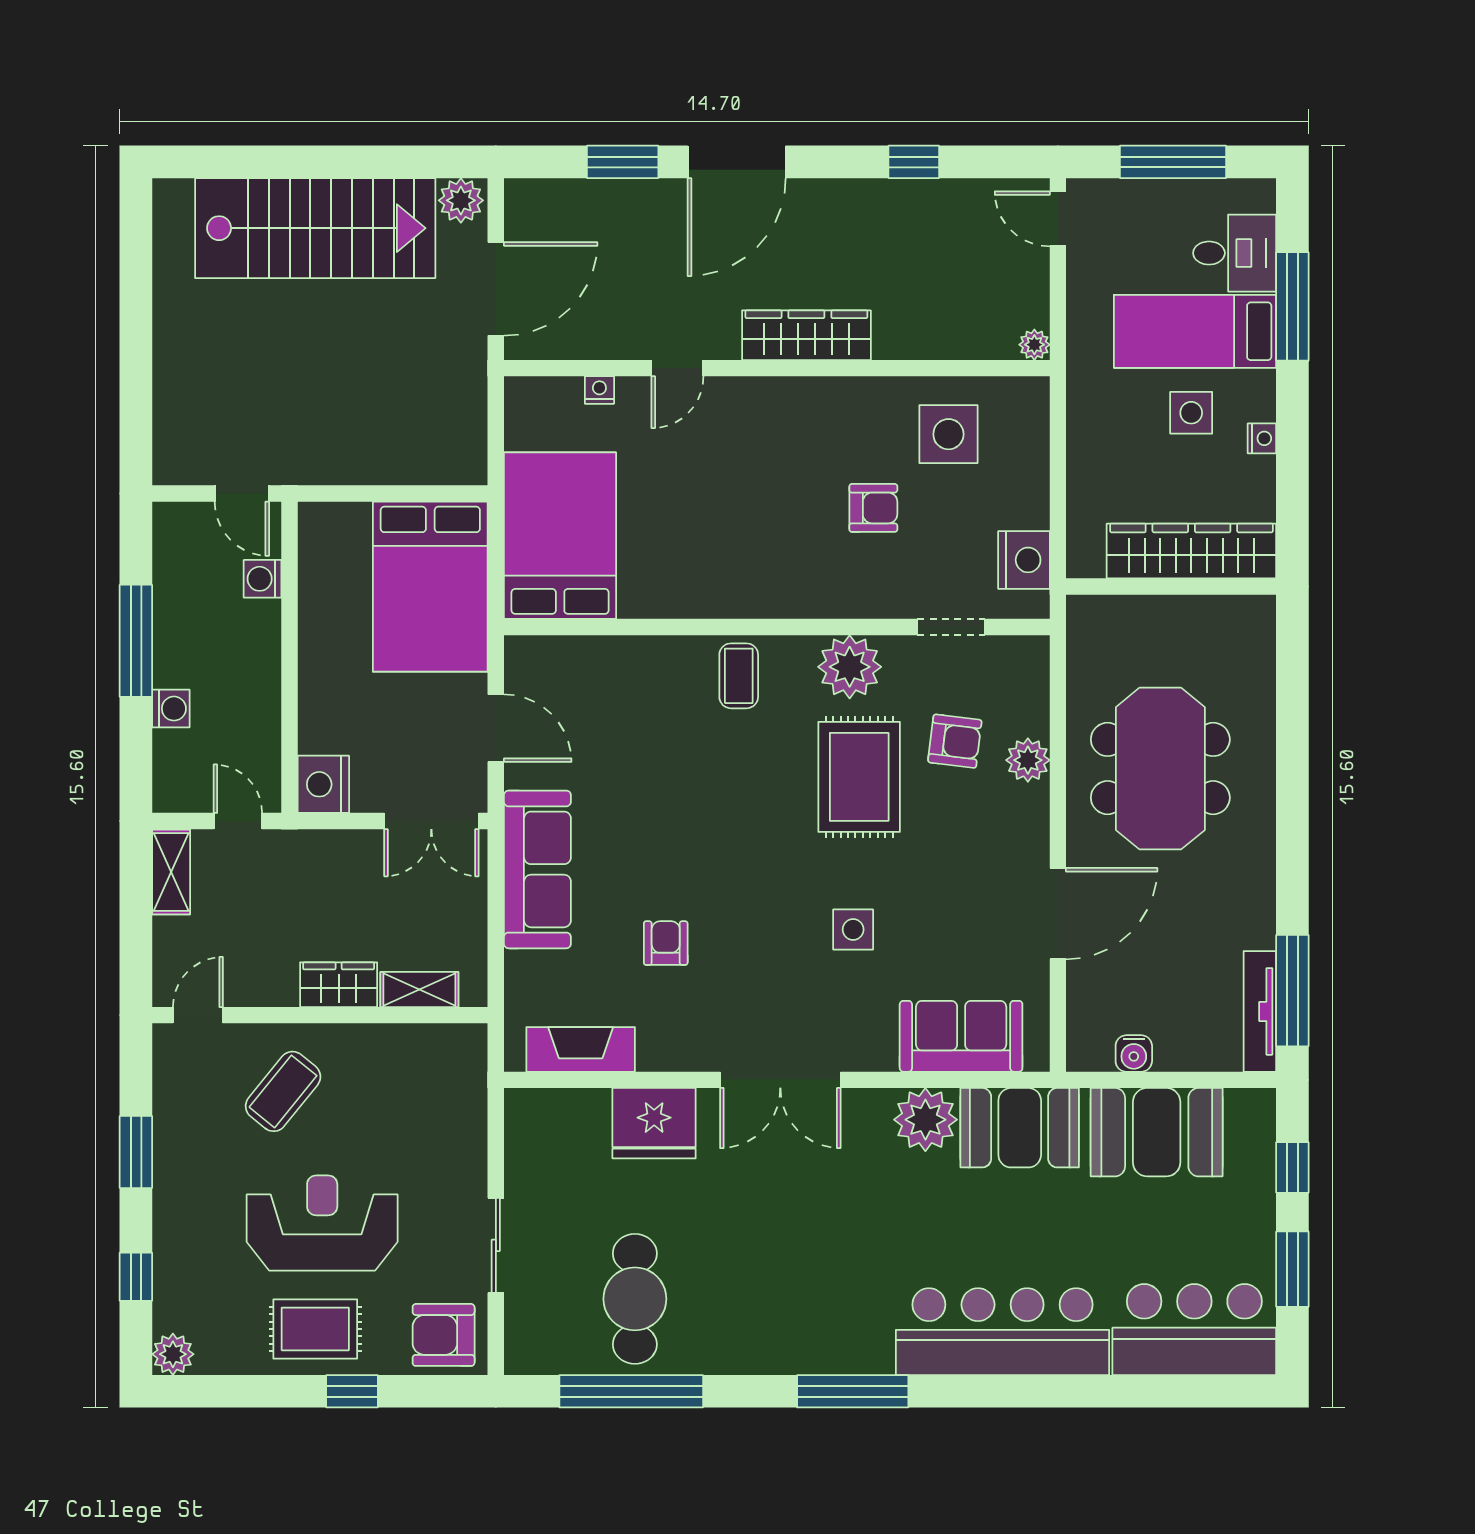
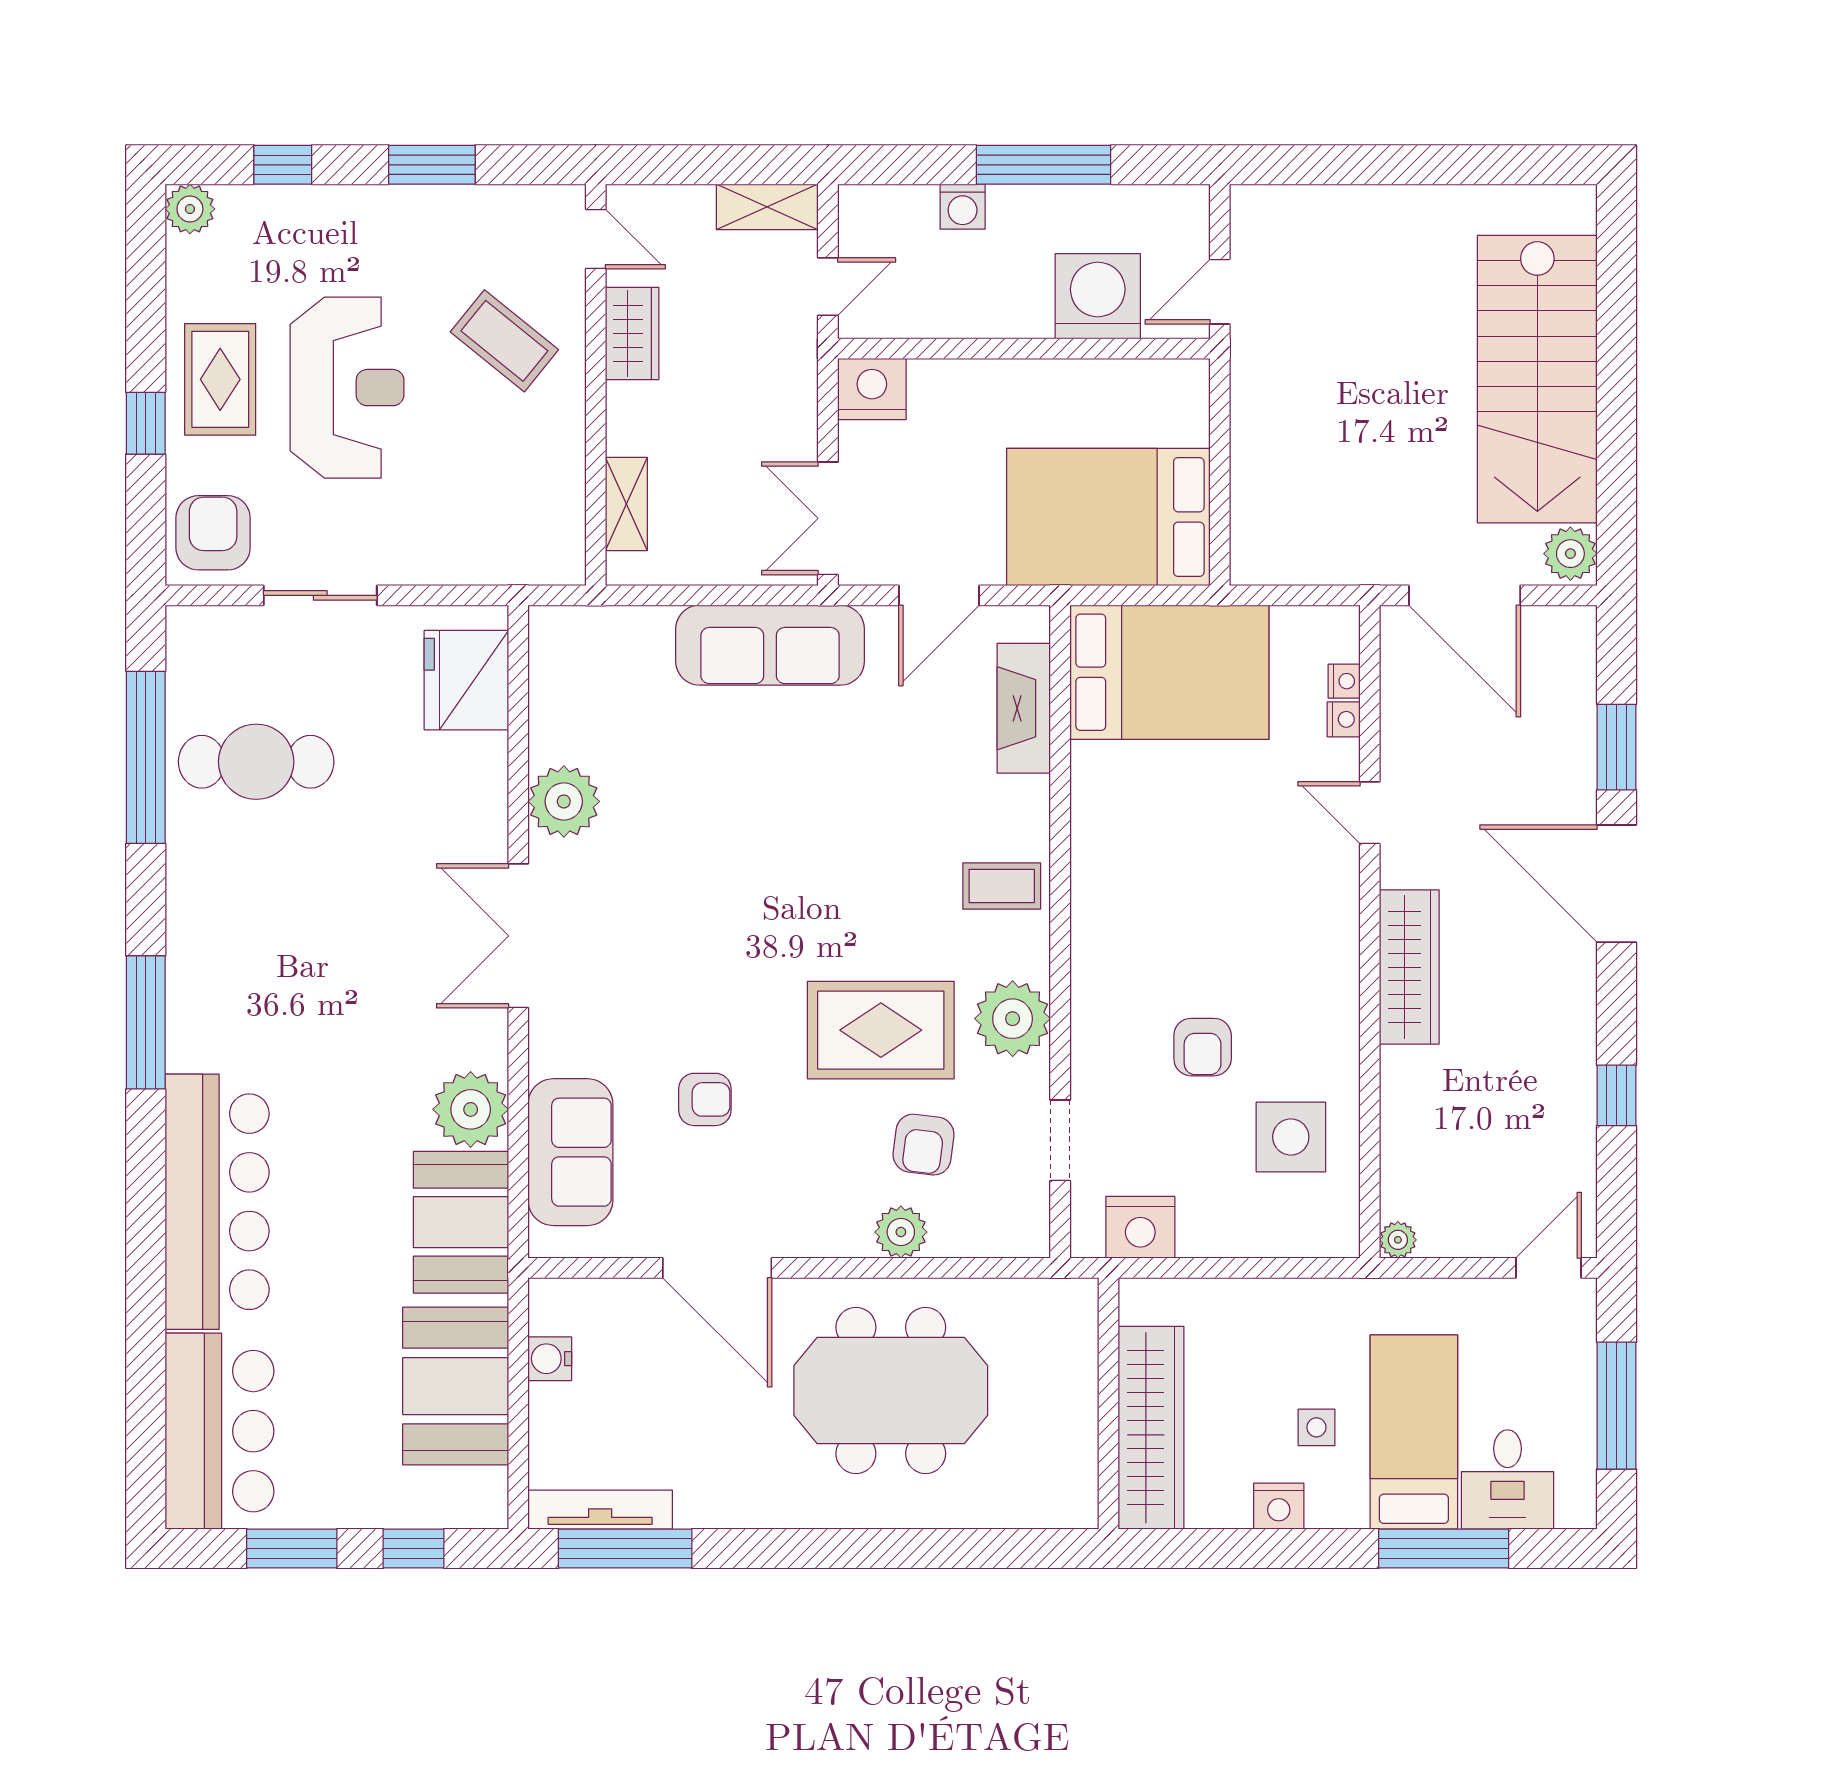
nightstand: (567, 390) -> (1344, 681), added
side table: (1191, 413) -> (1316, 1427), width x0.73, depth x0.73
nightstand: (1262, 438) -> (1279, 1506), width x1.39, depth x1.35
washing machine: (263, 579) -> (1098, 296), width x1.89, depth x1.89
side table: (853, 930) -> (698, 1023), removed
armchair: (666, 943) -> (705, 1099), moved
wardrobe: (339, 985) -> (632, 333), moved
plant: (668, 1042) -> (564, 801), added
fireplace: (581, 1049) -> (1024, 708), moved, turned 180
fridge: (654, 1123) -> (466, 680), moved

